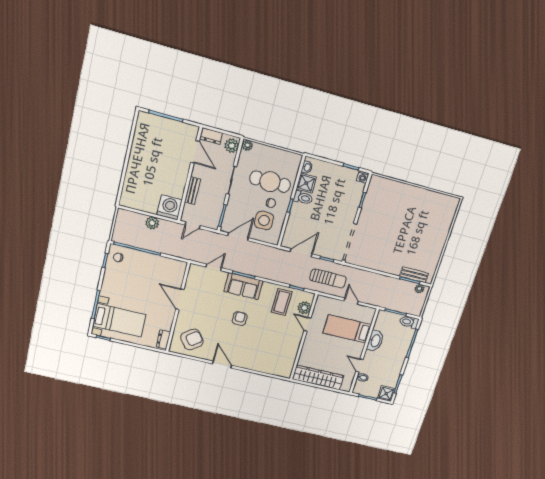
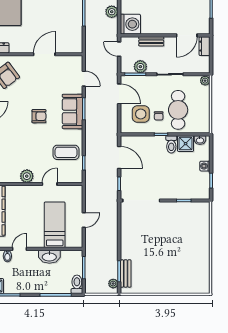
plant: (232, 146) -> (140, 67), moved
washing machine: (363, 177) -> (205, 166), moved
sun lounger: (328, 278) -> (101, 191), removed
plant: (304, 308) -> (27, 176), moved

